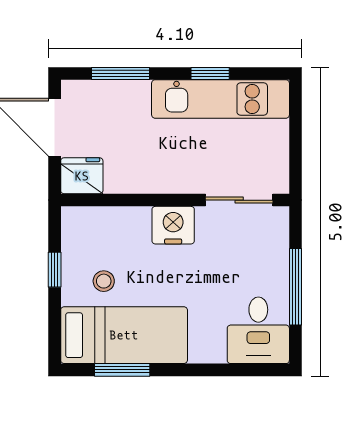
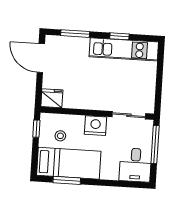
fridge: (82, 176) -> (52, 98), moved
wall: (175, 200) -> (97, 113), moved
sliding door: (239, 200) -> (129, 115), moved
nightstand: (173, 225) -> (95, 126), moved

